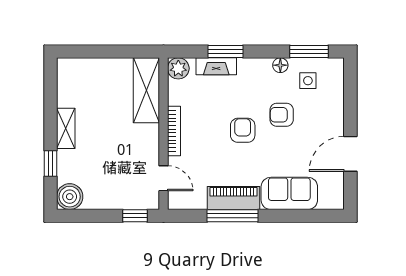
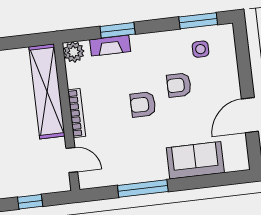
floor lamp: (280, 65) -> (172, 37), removed
shelving: (146, 90) -> (47, 91), width x1.47
armchair: (243, 130) -> (143, 105), turned -90
piano: (233, 198) -> (142, 171), removed
window: (135, 216) -> (30, 202), moved

